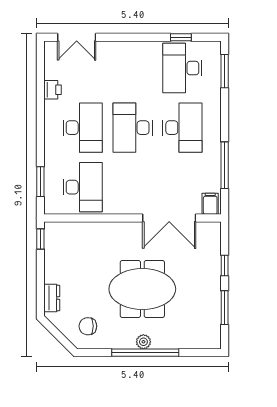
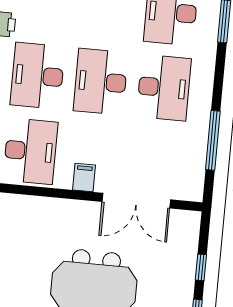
desk: (83, 128) -> (38, 76), turned 180
filing cabinet: (210, 204) -> (84, 177), moved

